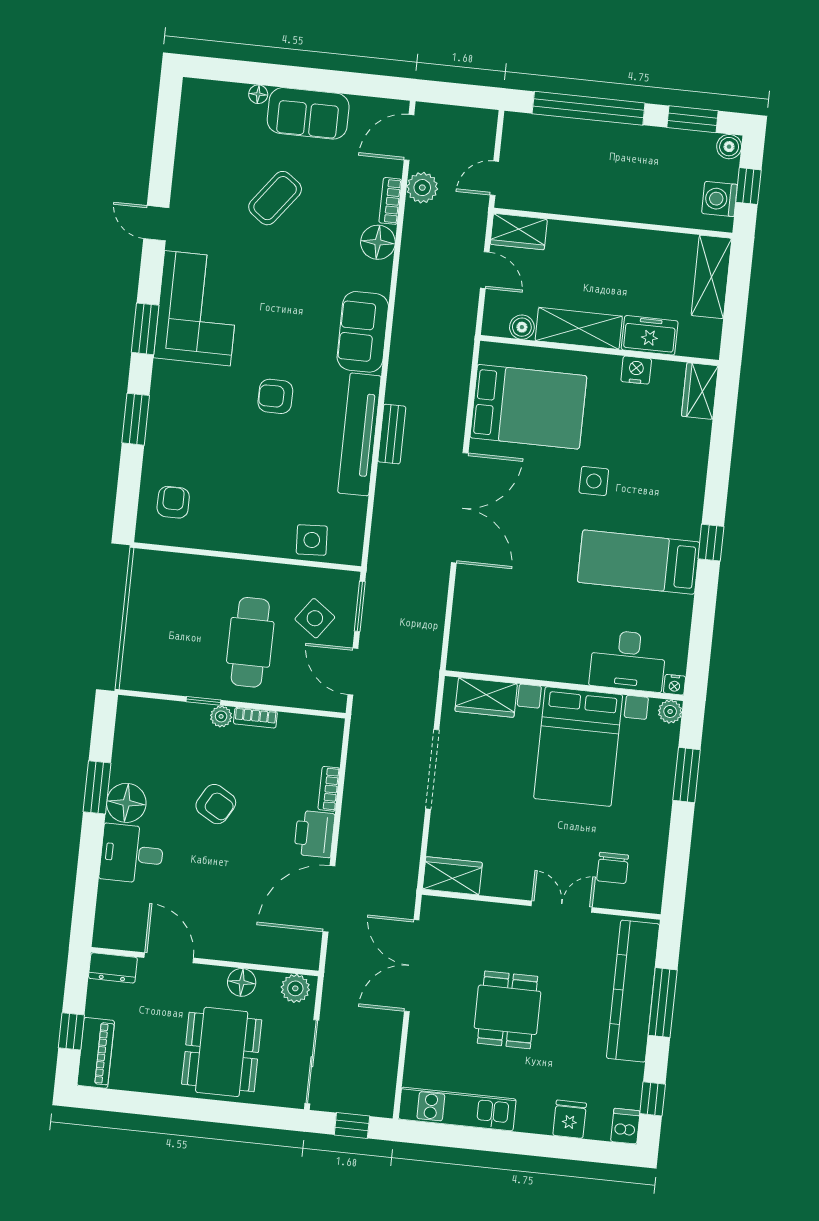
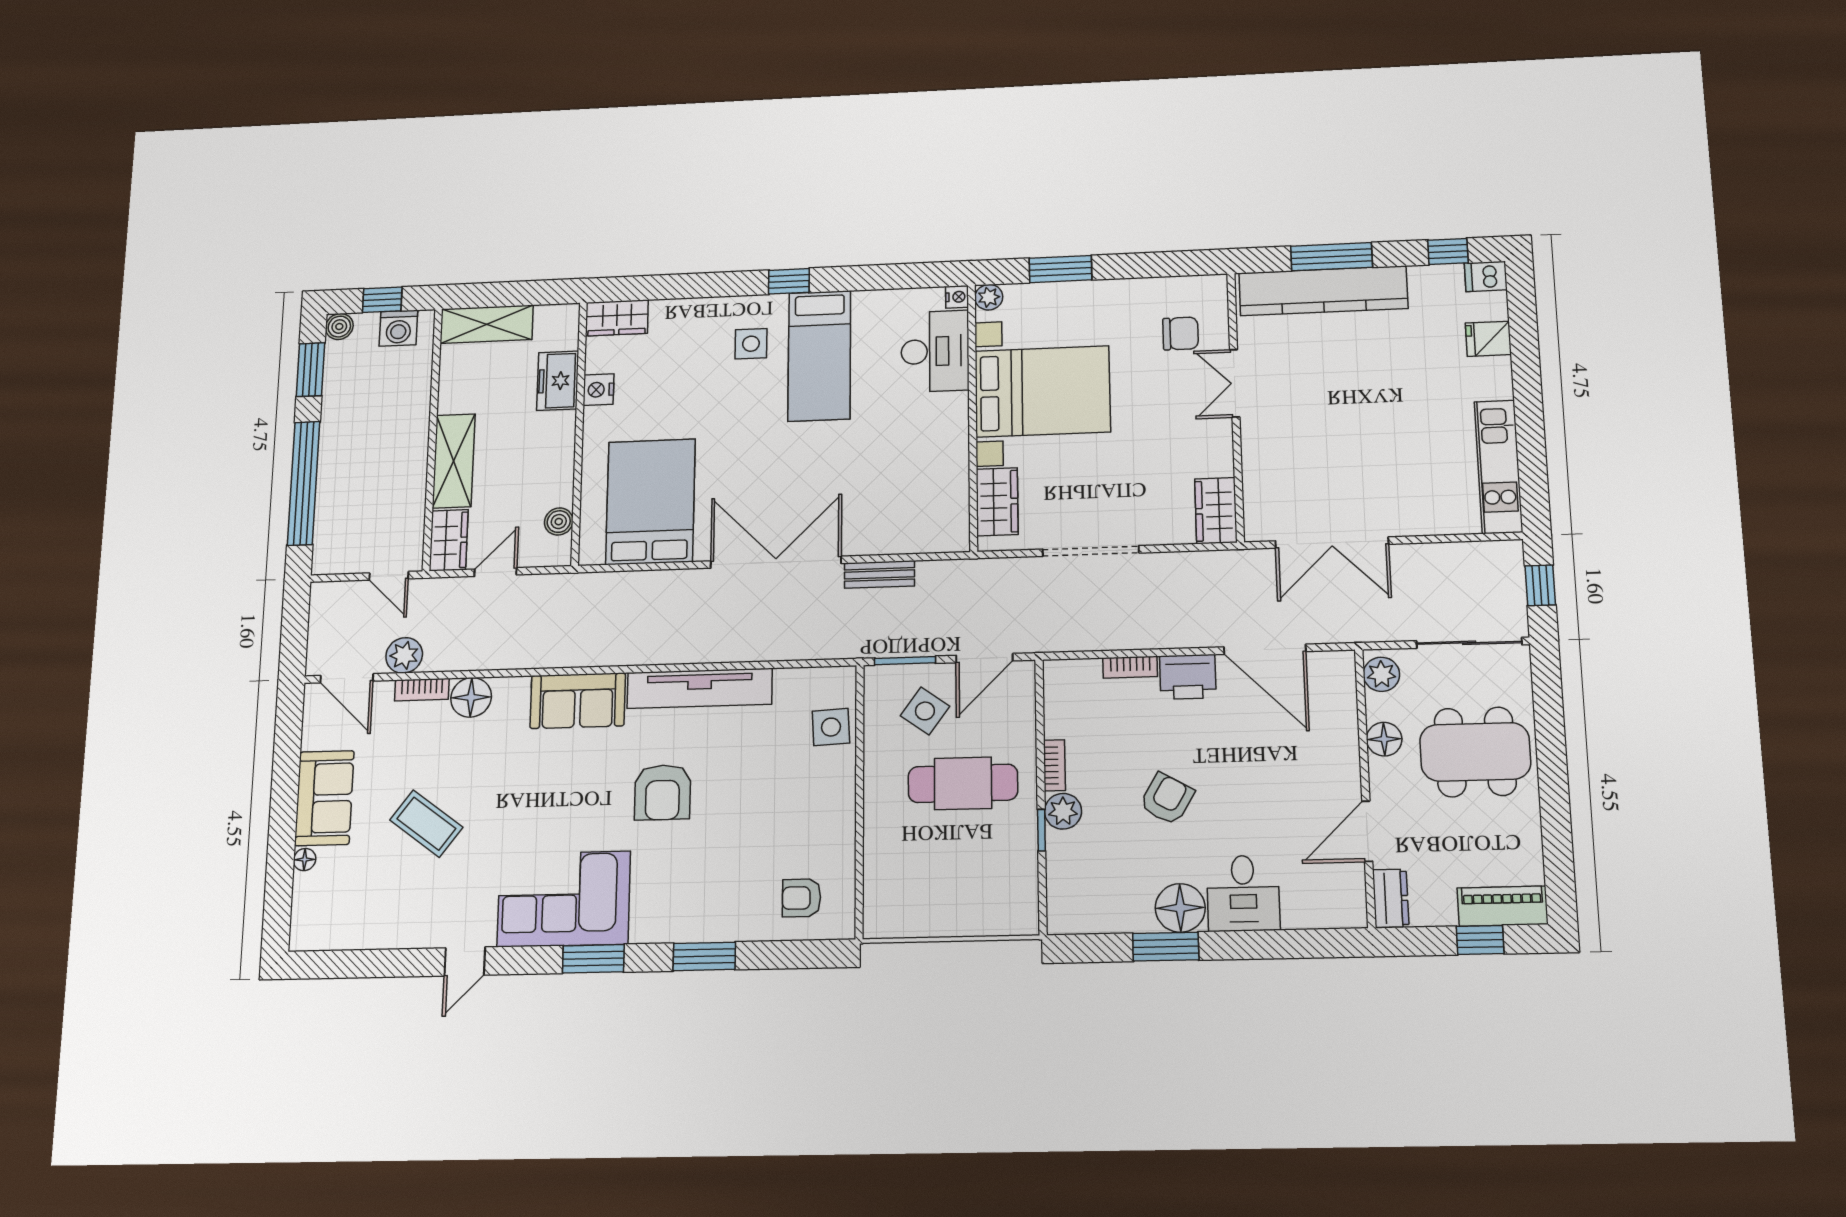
shelving: (579, 328) -> (454, 461), moved
armchair: (275, 396) -> (662, 792), width x1.38, depth x1.38
bench: (392, 434) -> (879, 574), moved
side table: (594, 481) -> (751, 344), moved
plant: (221, 716) -> (1063, 811), width x1.38, depth x1.38
dining table: (508, 1010) -> (1368, 426), removed

